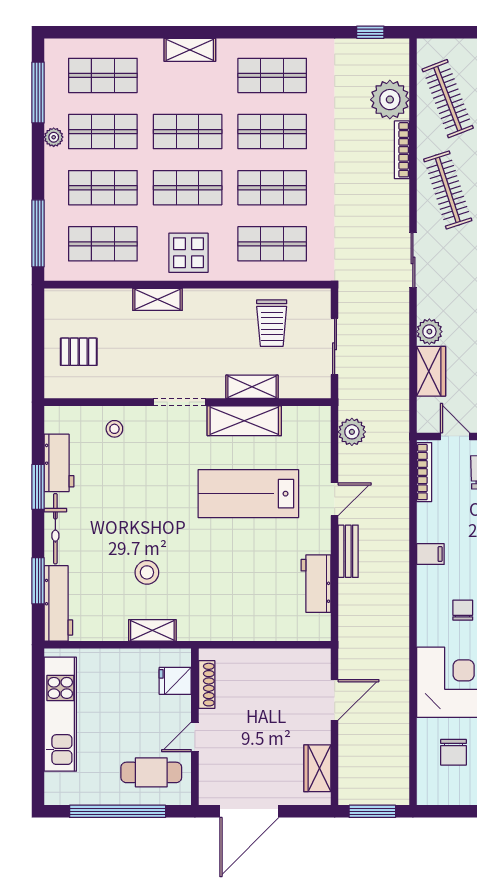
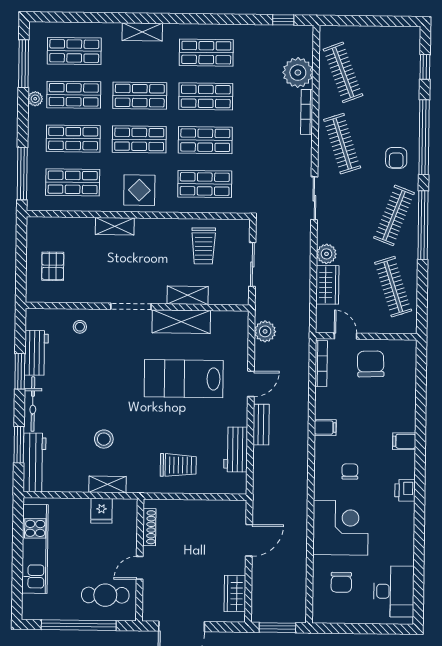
pallet: (79, 352) -> (53, 266), turned 90
trolley: (243, 605) -> (178, 465), added
fridge: (175, 681) -> (102, 511), moved, turned -90

